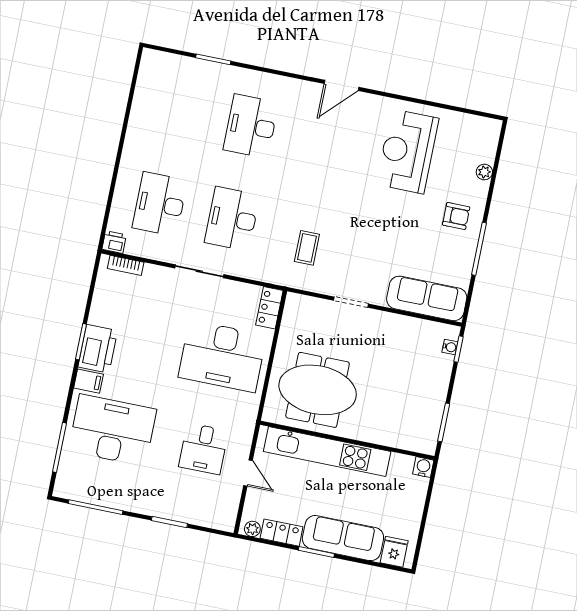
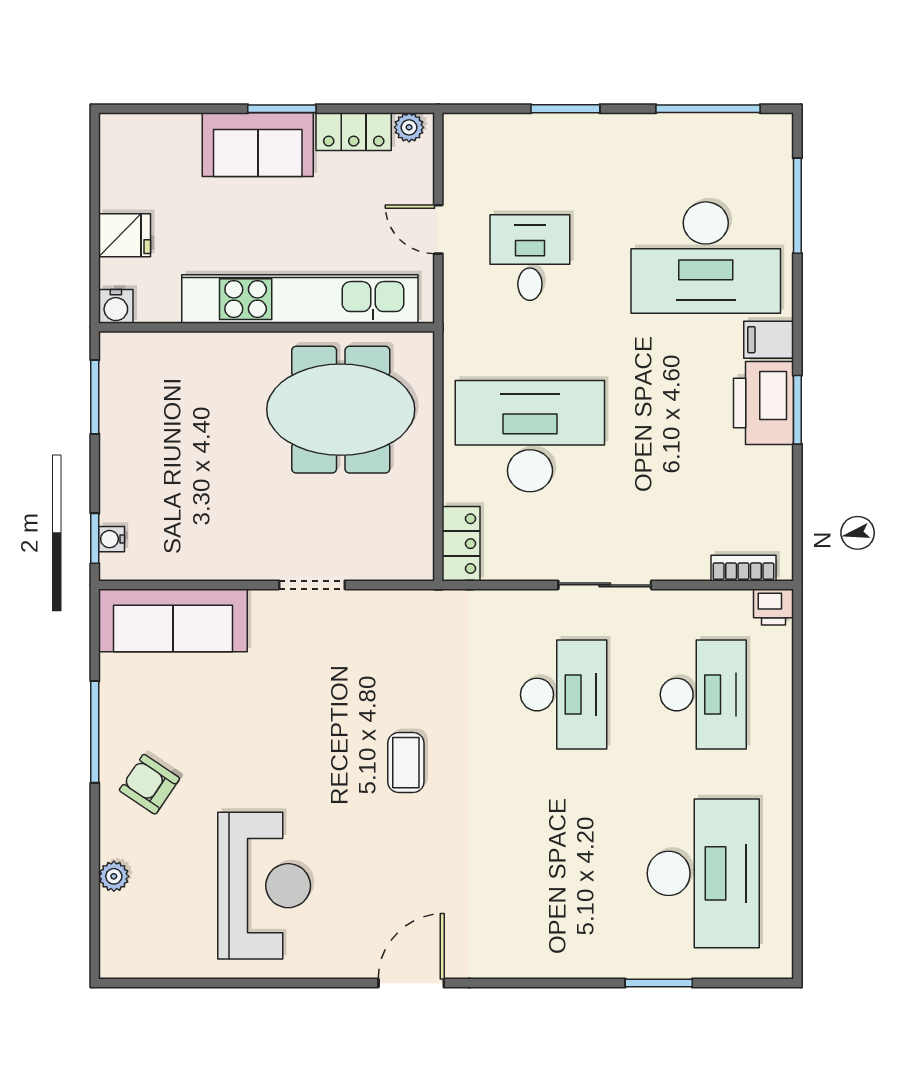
desk: (251, 126) -> (703, 873), moved, width x1.36, depth x1.30
armchair: (456, 216) -> (149, 784), turned 34
coffee table: (307, 248) -> (406, 763), moved
sofa: (343, 538) -> (258, 145), width x0.73
fridge: (394, 552) -> (125, 235), moved, turned -90

